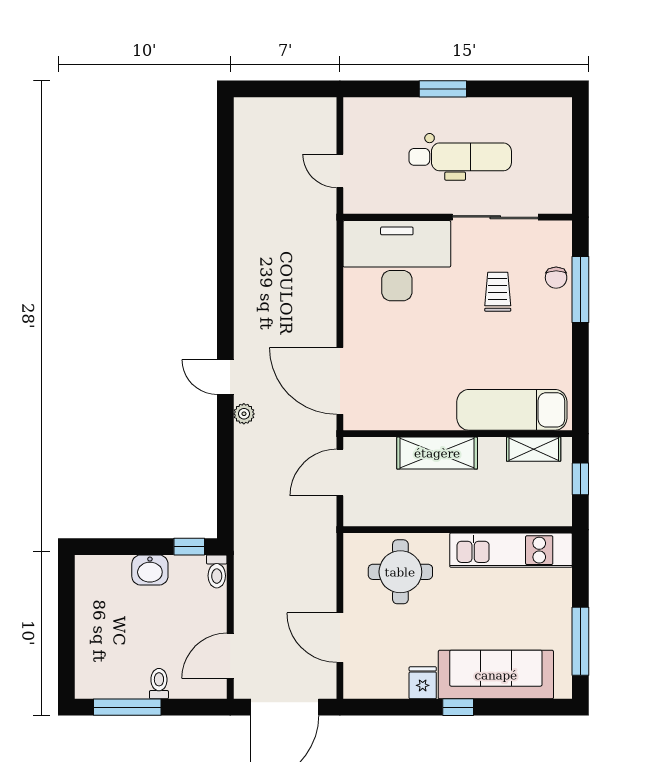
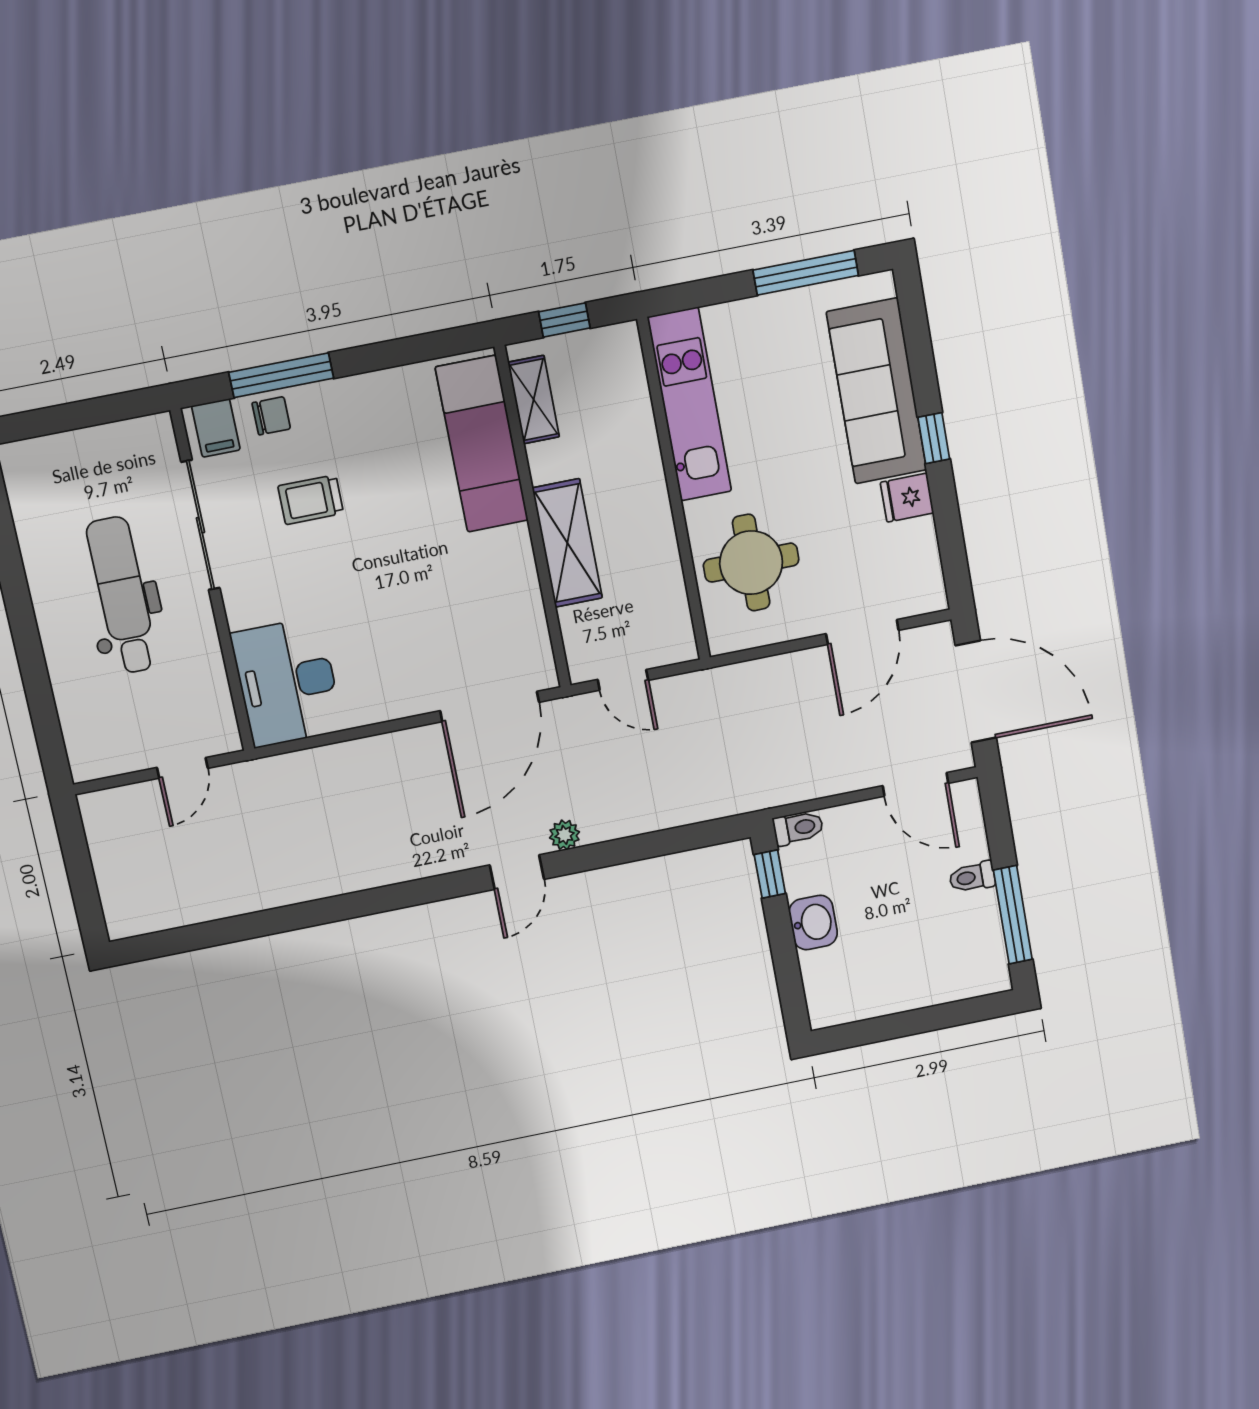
window: (443, 89) -> (27, 641), removed
filing cabinet: (555, 241) -> (216, 428), added
desk: (397, 261) -> (287, 682), width x0.73, depth x0.77
door: (340, 473) -> (623, 680), width x0.73

